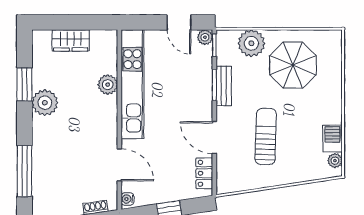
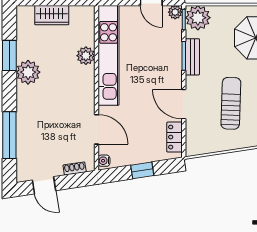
plant: (251, 43) -> (198, 18), moved

